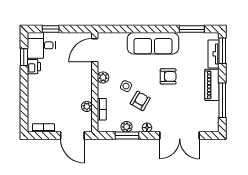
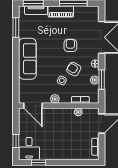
printer: (34, 67) -> (46, 155), removed
armchair: (168, 76) -> (70, 45), moved

